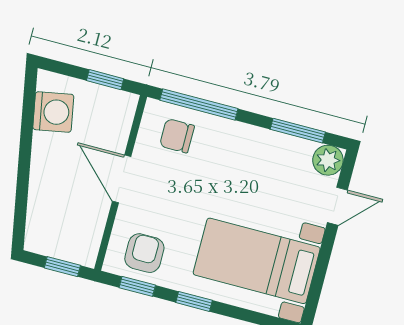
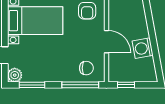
washing machine: (53, 112) -> (143, 48), moved

